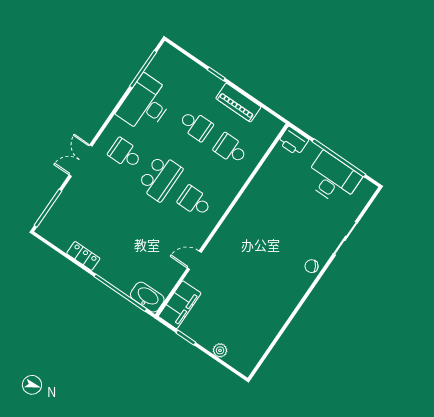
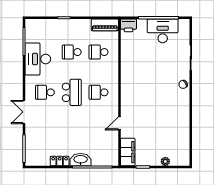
piano: (238, 103) -> (105, 25), moved
school desk: (196, 125) -> (72, 52), turned 180
washbasin: (147, 297) -> (81, 160), moved

